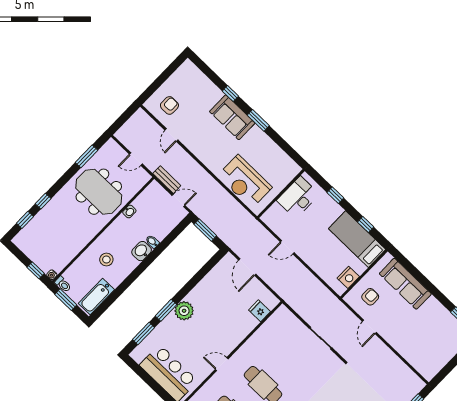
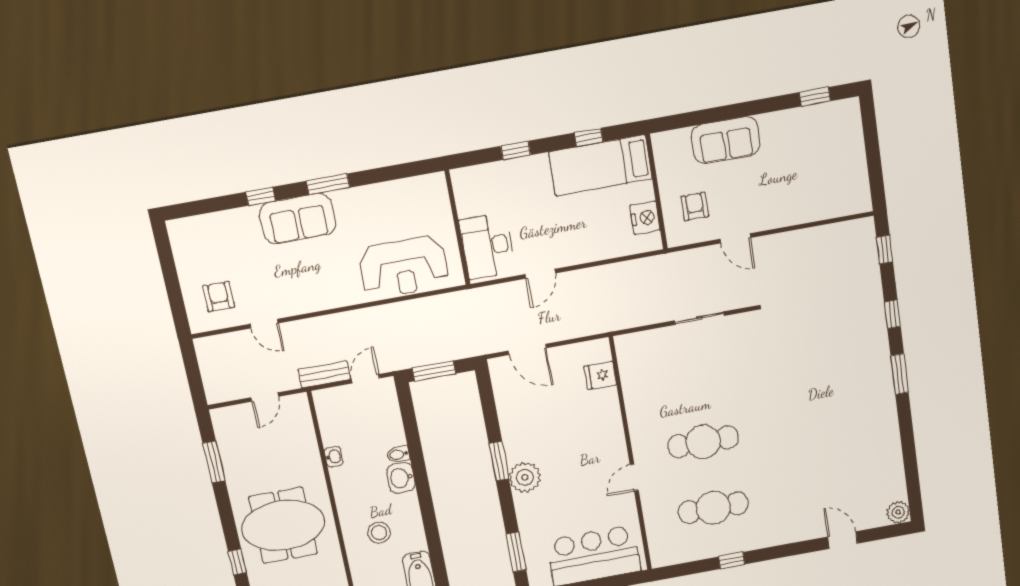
meeting table: (99, 192) -> (283, 525), moved
desk: (298, 197) -> (487, 246), moved
sofa: (405, 284) -> (726, 140), width x0.73
window: (166, 310) -> (499, 461), moved

